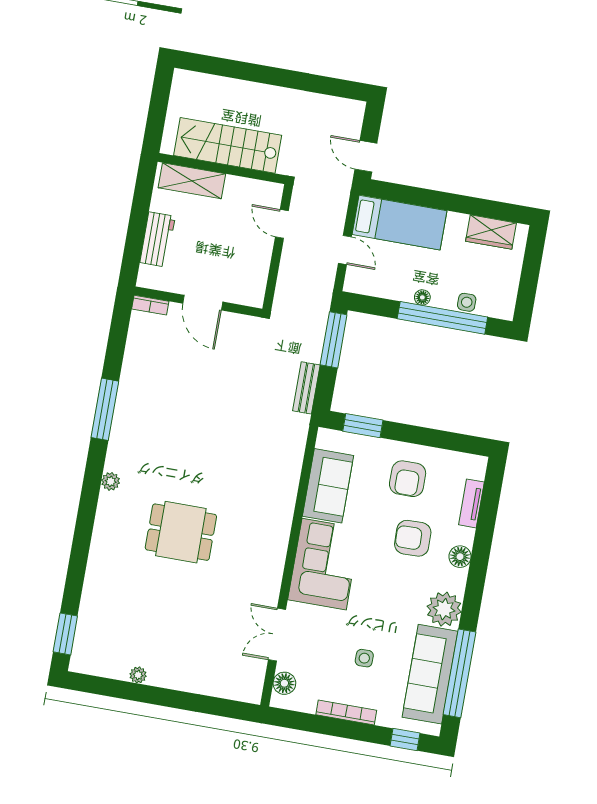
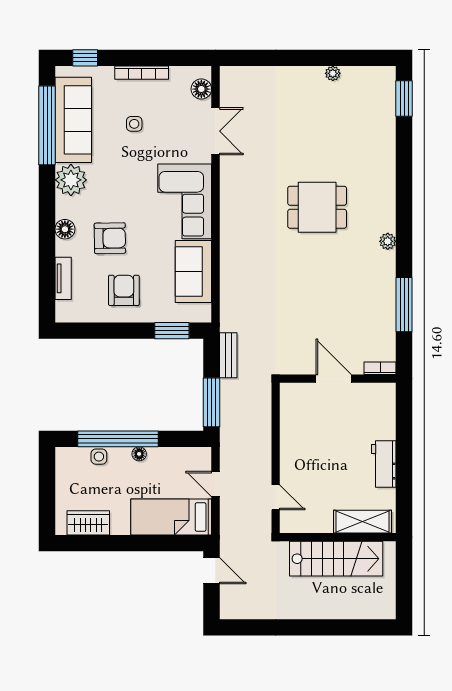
wall: (198, 302) -> (338, 379), moved
door: (203, 303) -> (334, 379), moved
bookcase: (150, 305) -> (380, 368), moved

